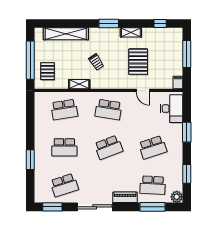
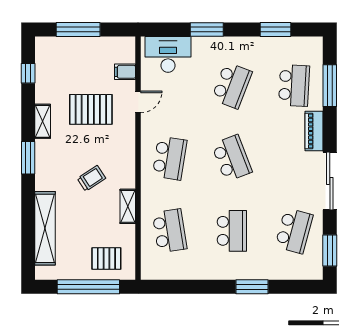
filing cabinet: (178, 82) -> (125, 72), moved
school desk: (153, 147) -> (232, 85), turned 39
school desk: (64, 185) -> (294, 231), turned 33
plant: (177, 197) -> (313, 46), removed

